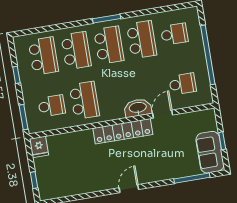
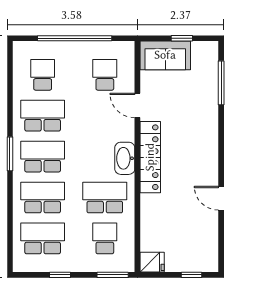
washbasin: (138, 108) -> (125, 158), moved
sofa: (210, 152) -> (165, 55), moved
door: (129, 189) -> (221, 198), moved

